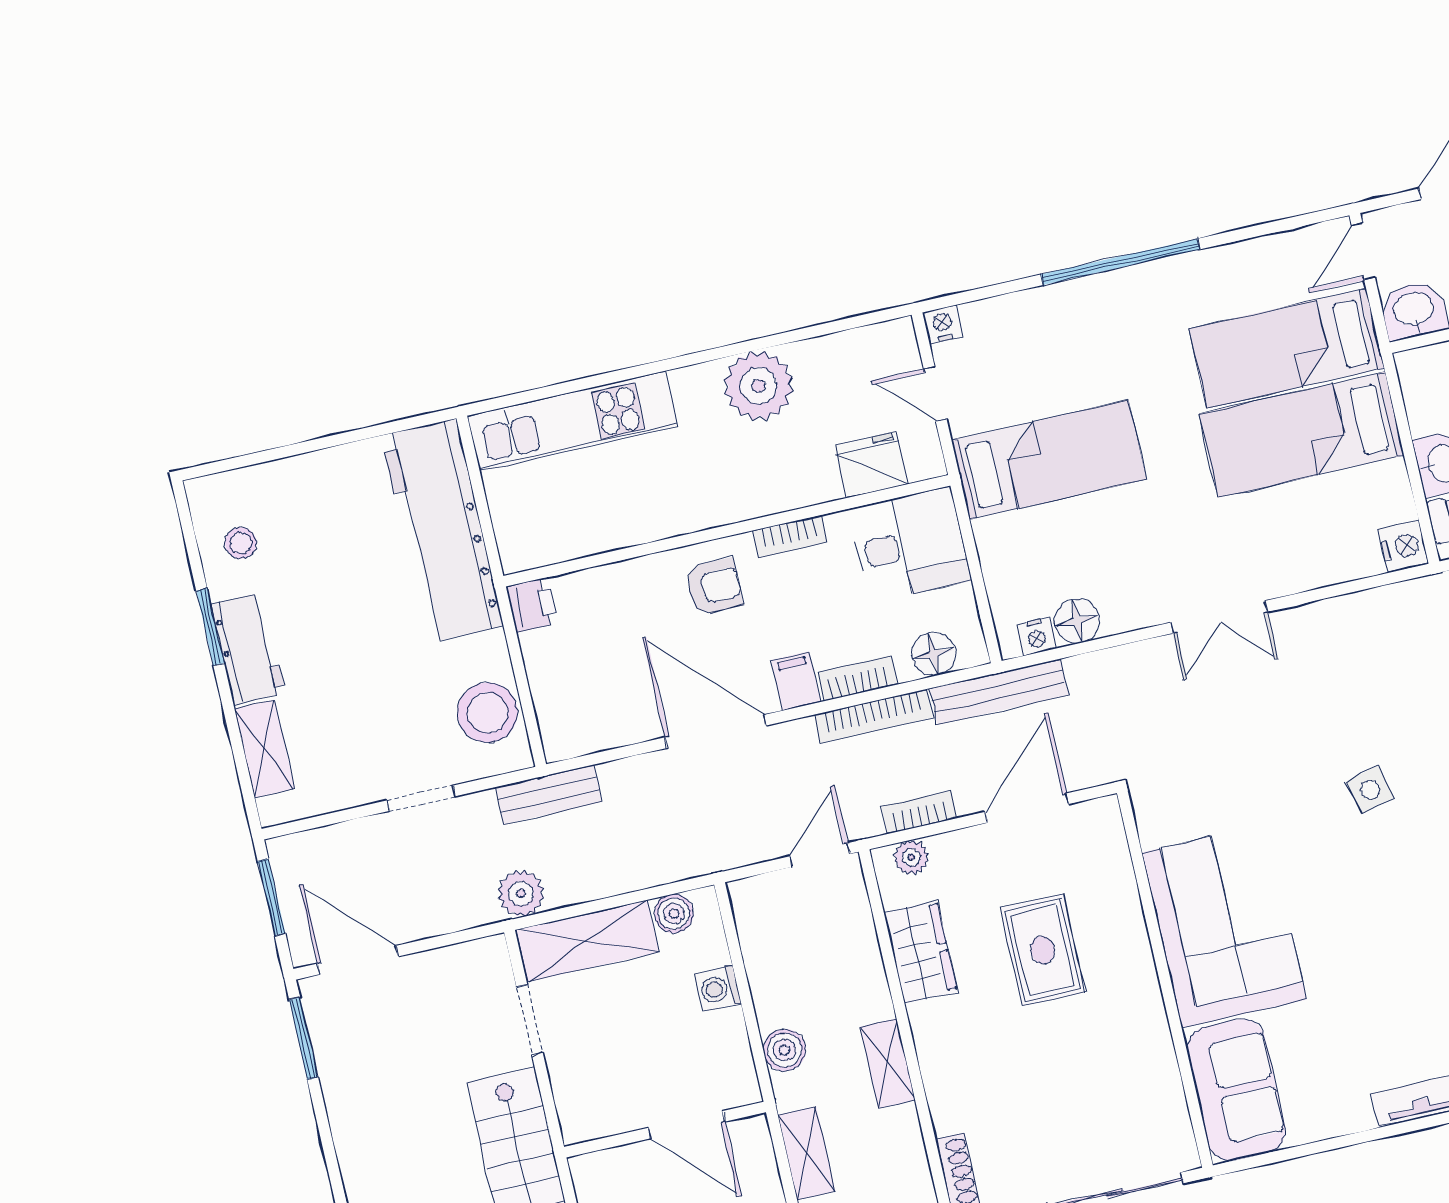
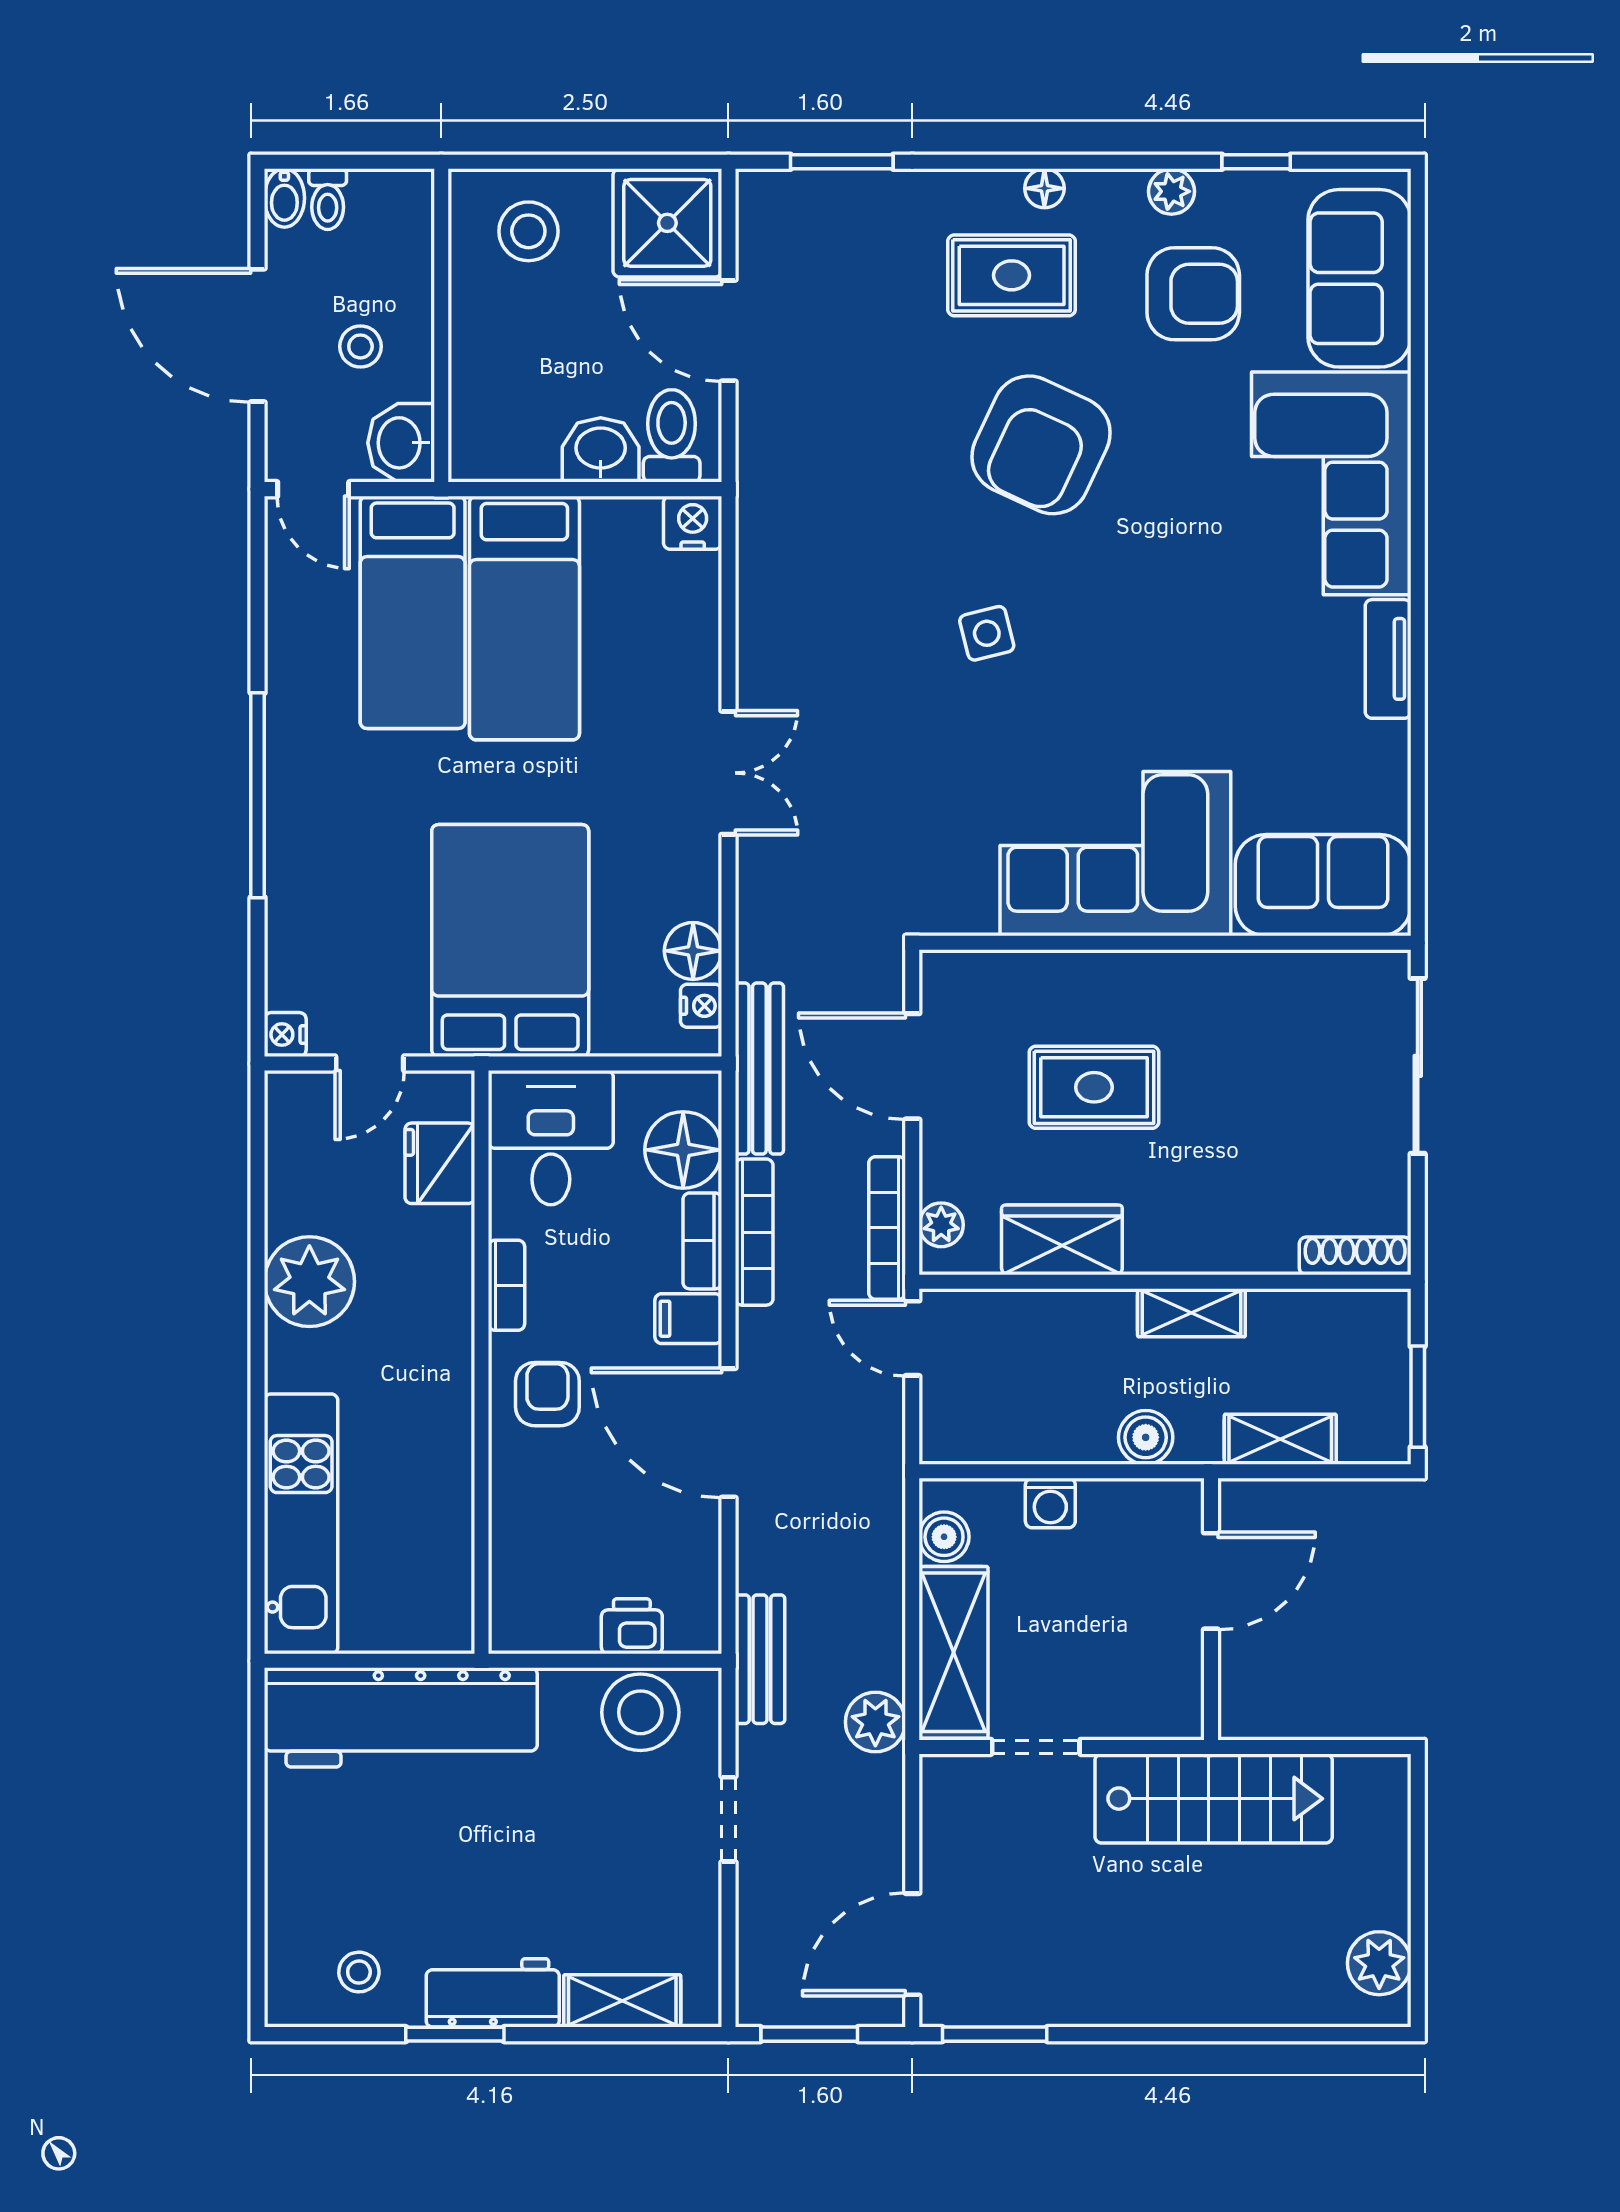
bed: (1049, 460) -> (510, 941), width x1.50
printer: (532, 605) -> (632, 1626), moved
floor lamp: (933, 654) -> (683, 1150), width x1.38, depth x1.38
door: (716, 731) -> (728, 1433), hinge flipped
bookcase: (919, 812) -> (887, 1228), width x1.56

